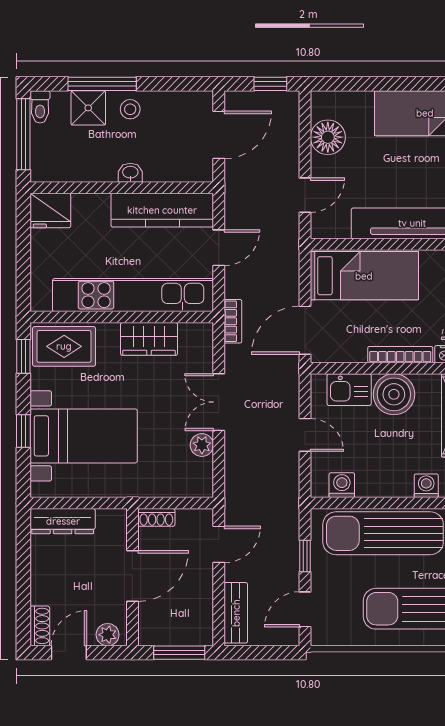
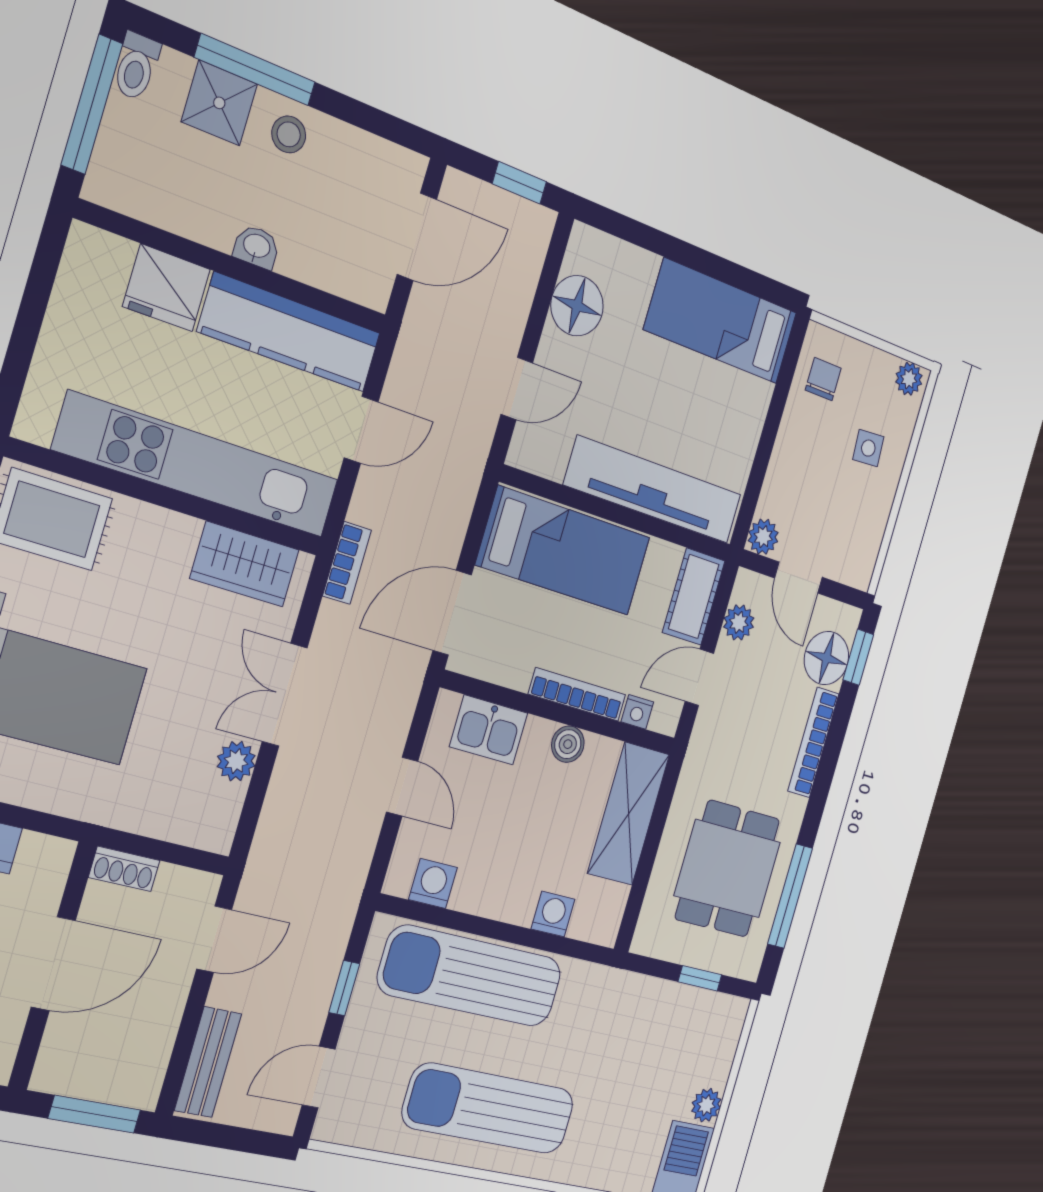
fridge: (50, 211) -> (167, 288), moved
wardrobe: (149, 339) -> (245, 564), moved
boiler: (394, 394) -> (568, 744), width x0.54, depth x0.54

